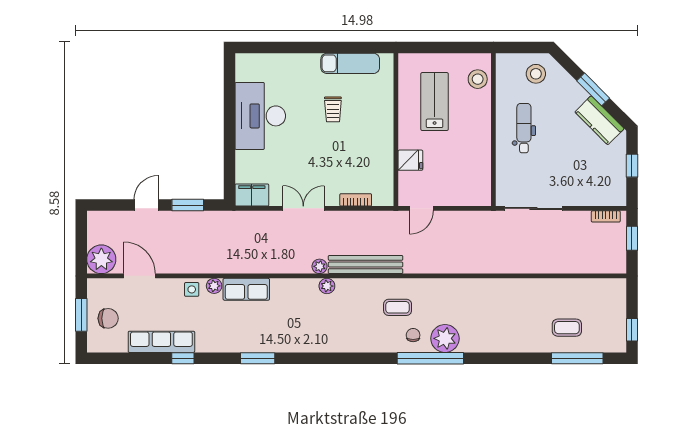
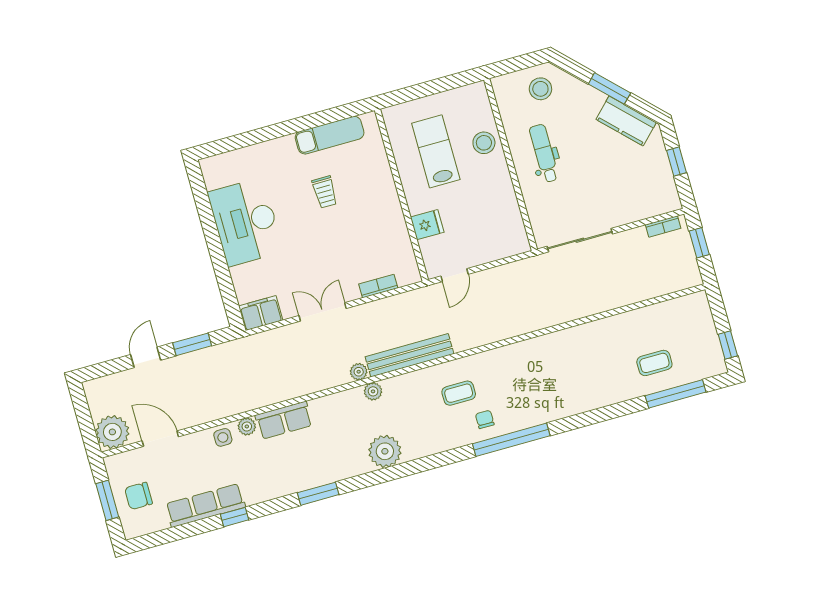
stool: (478, 79) -> (484, 143), moved
chair: (108, 318) -> (138, 496), turned 180
plant: (445, 338) -> (385, 451), moved

